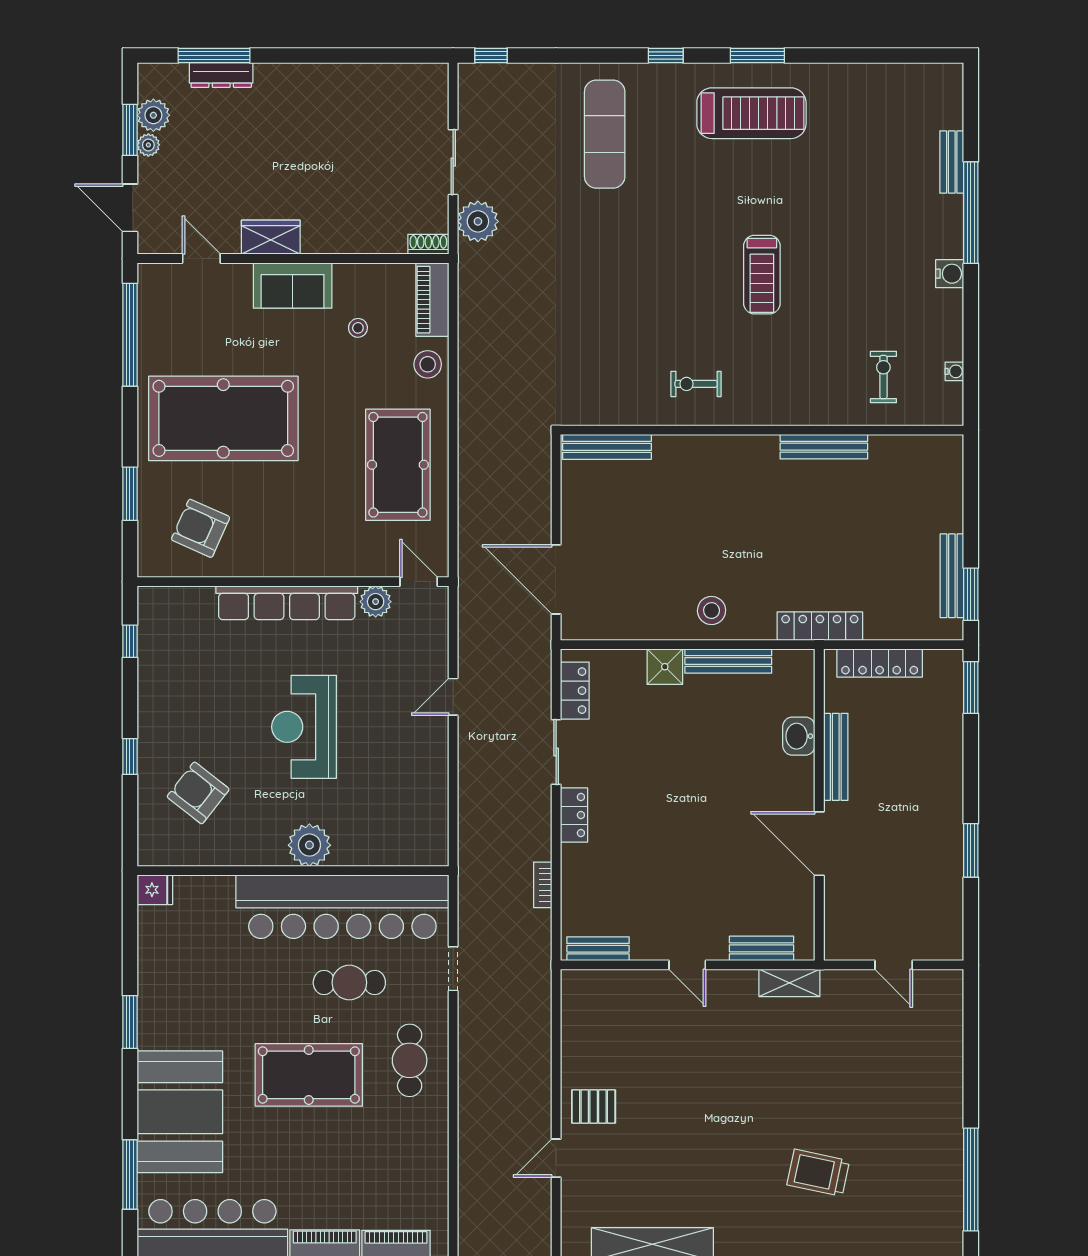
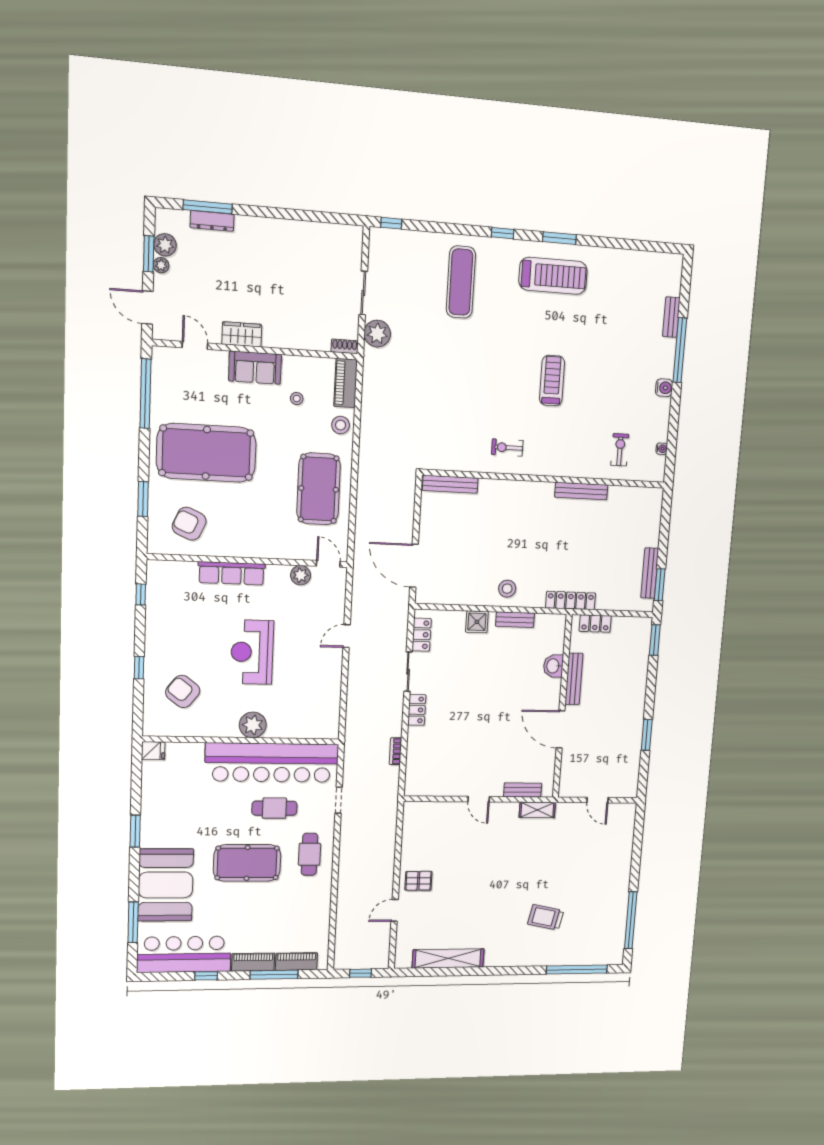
treadmill: (762, 275) -> (552, 381), turned 180
row of seats: (287, 603) -> (232, 573), width x0.73
bench: (728, 661) -> (515, 620), width x0.73
locker: (880, 663) -> (595, 624), width x0.66
bench: (598, 949) -> (427, 789), removed

